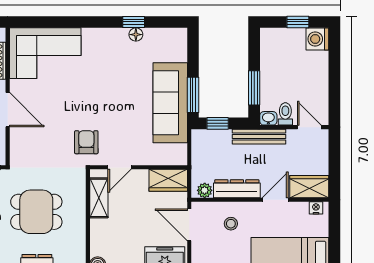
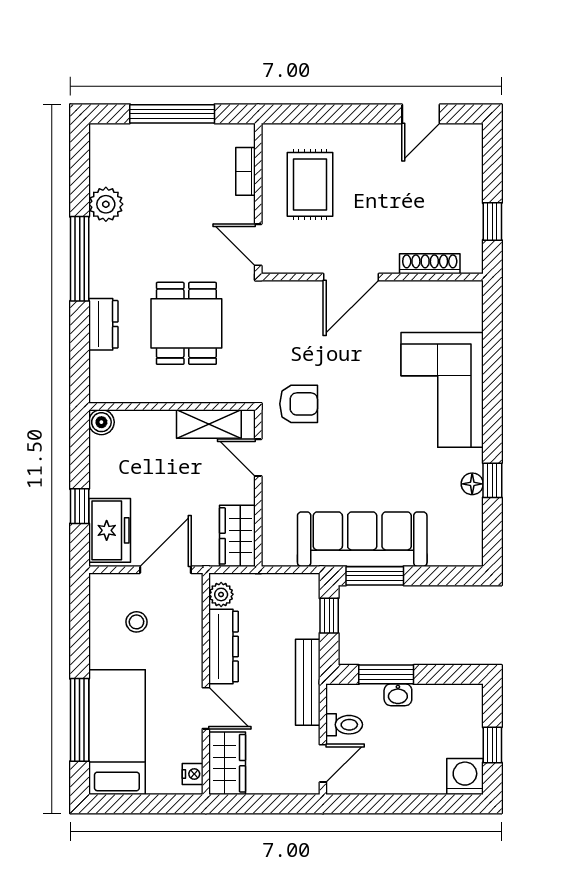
corner sofa: (45, 53) -> (442, 390), moved
washbasin: (268, 118) -> (398, 695), moved, turned 90
stool: (231, 224) -> (136, 622), moved

